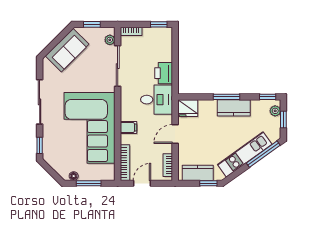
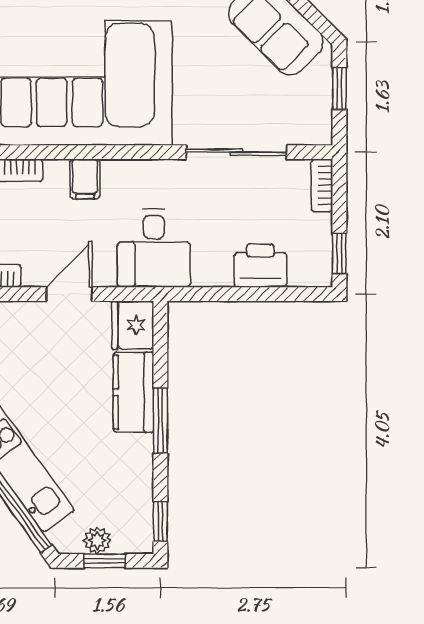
plant: (110, 40) -> (301, 133), removed
printer: (164, 73) -> (260, 266), moved
kitchen counter: (234, 108) -> (133, 392), moved
plant: (275, 111) -> (97, 540), moved
door: (175, 134) -> (69, 294), hinge flipped

